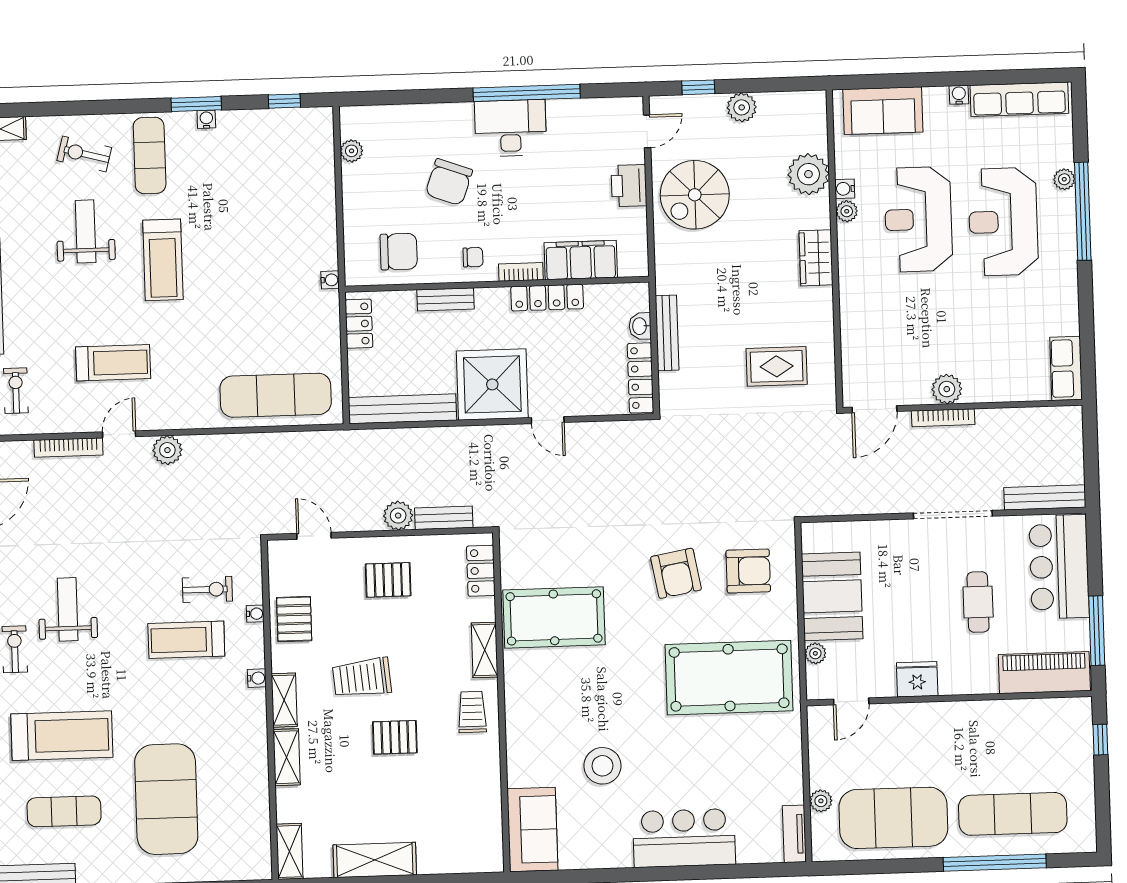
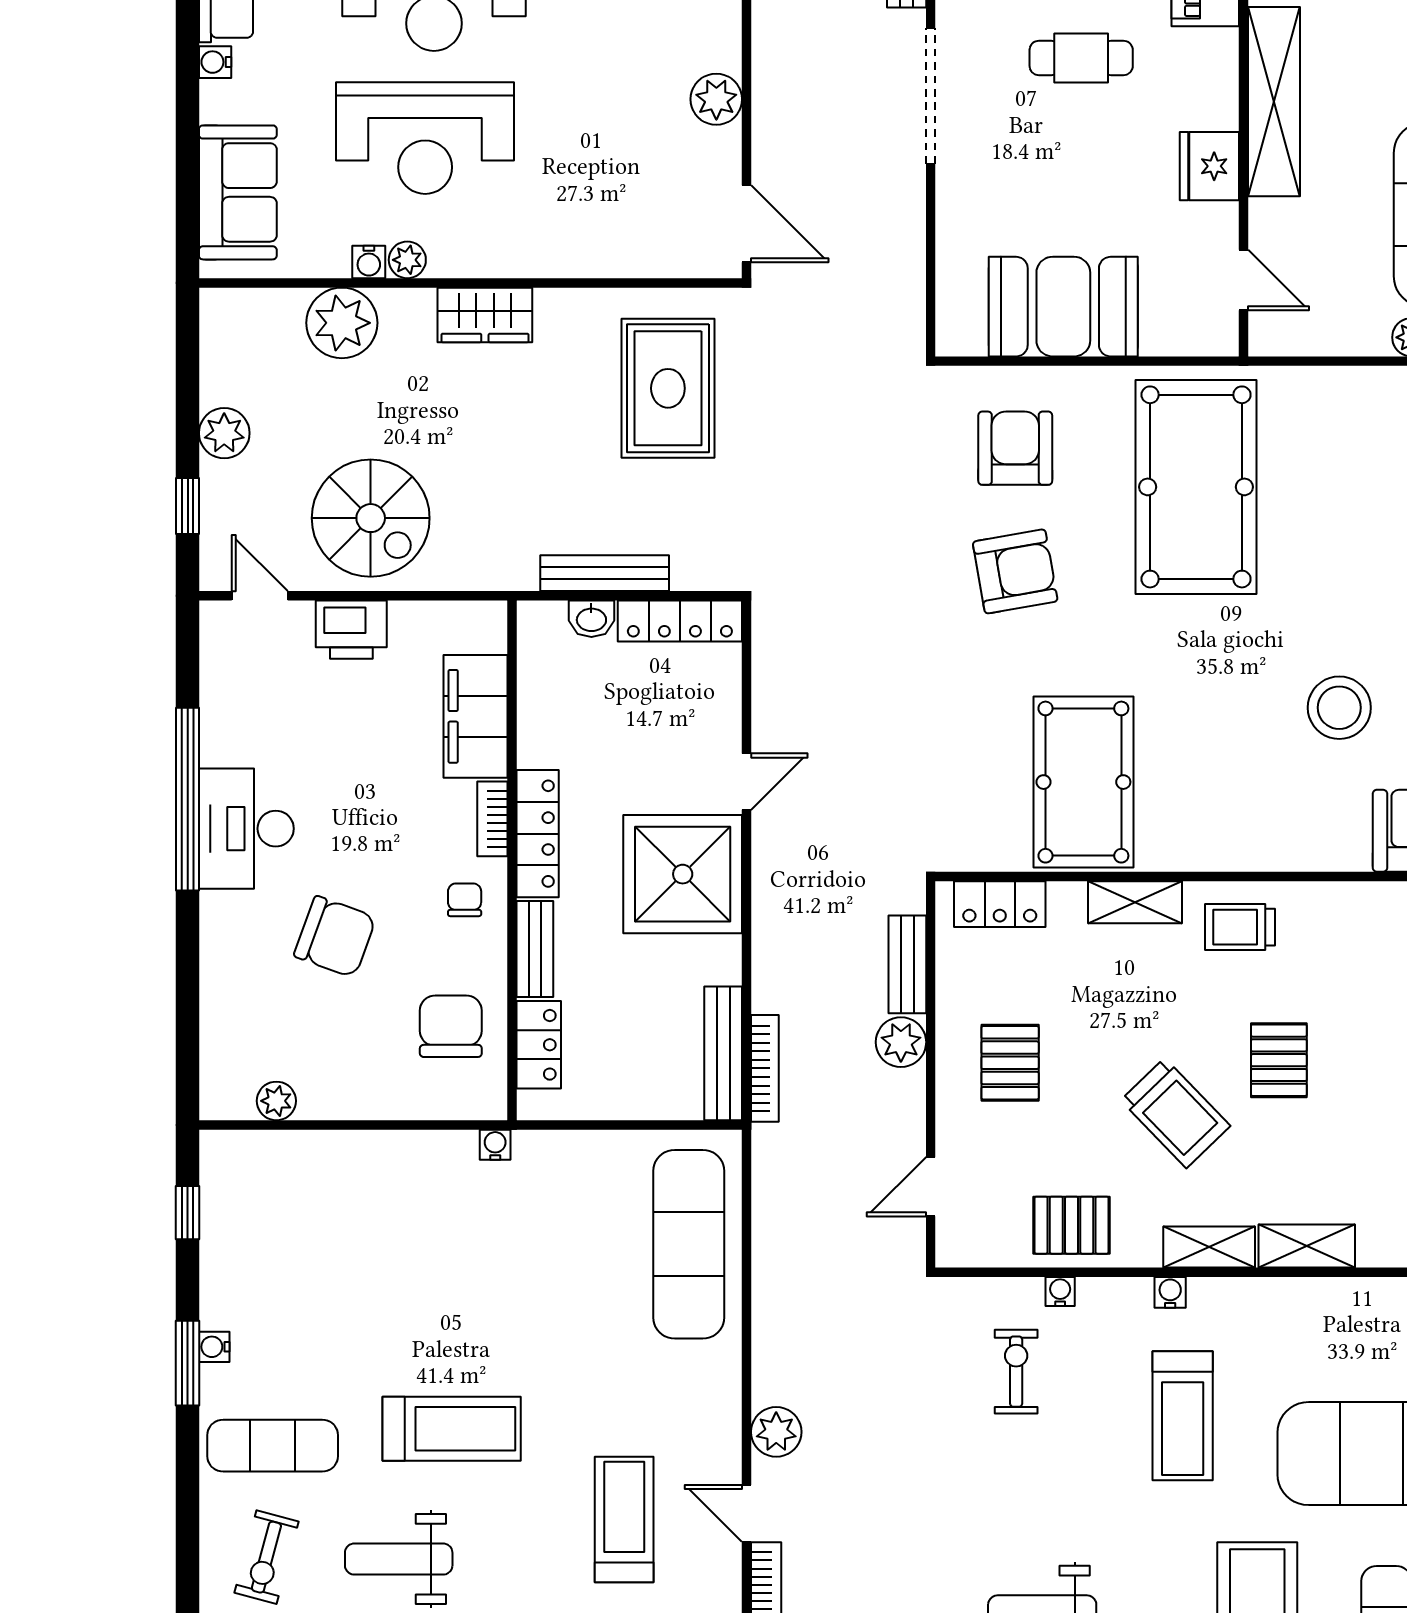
locker: (547, 298) -> (538, 834), moved
locker: (359, 324) -> (539, 1045), moved, turned 90
rug: (777, 366) -> (668, 388), width x1.36, depth x1.43
bench: (402, 409) -> (723, 1053), width x0.73, depth x0.82
bookcase: (943, 418) -> (765, 1068), moved
treadmill: (186, 640) -> (1183, 1416), moved
plant: (815, 653) -> (1160, 338), removed
trolley: (362, 678) -> (1175, 1113), turned -39
shelving: (956, 716) -> (1274, 102), added

